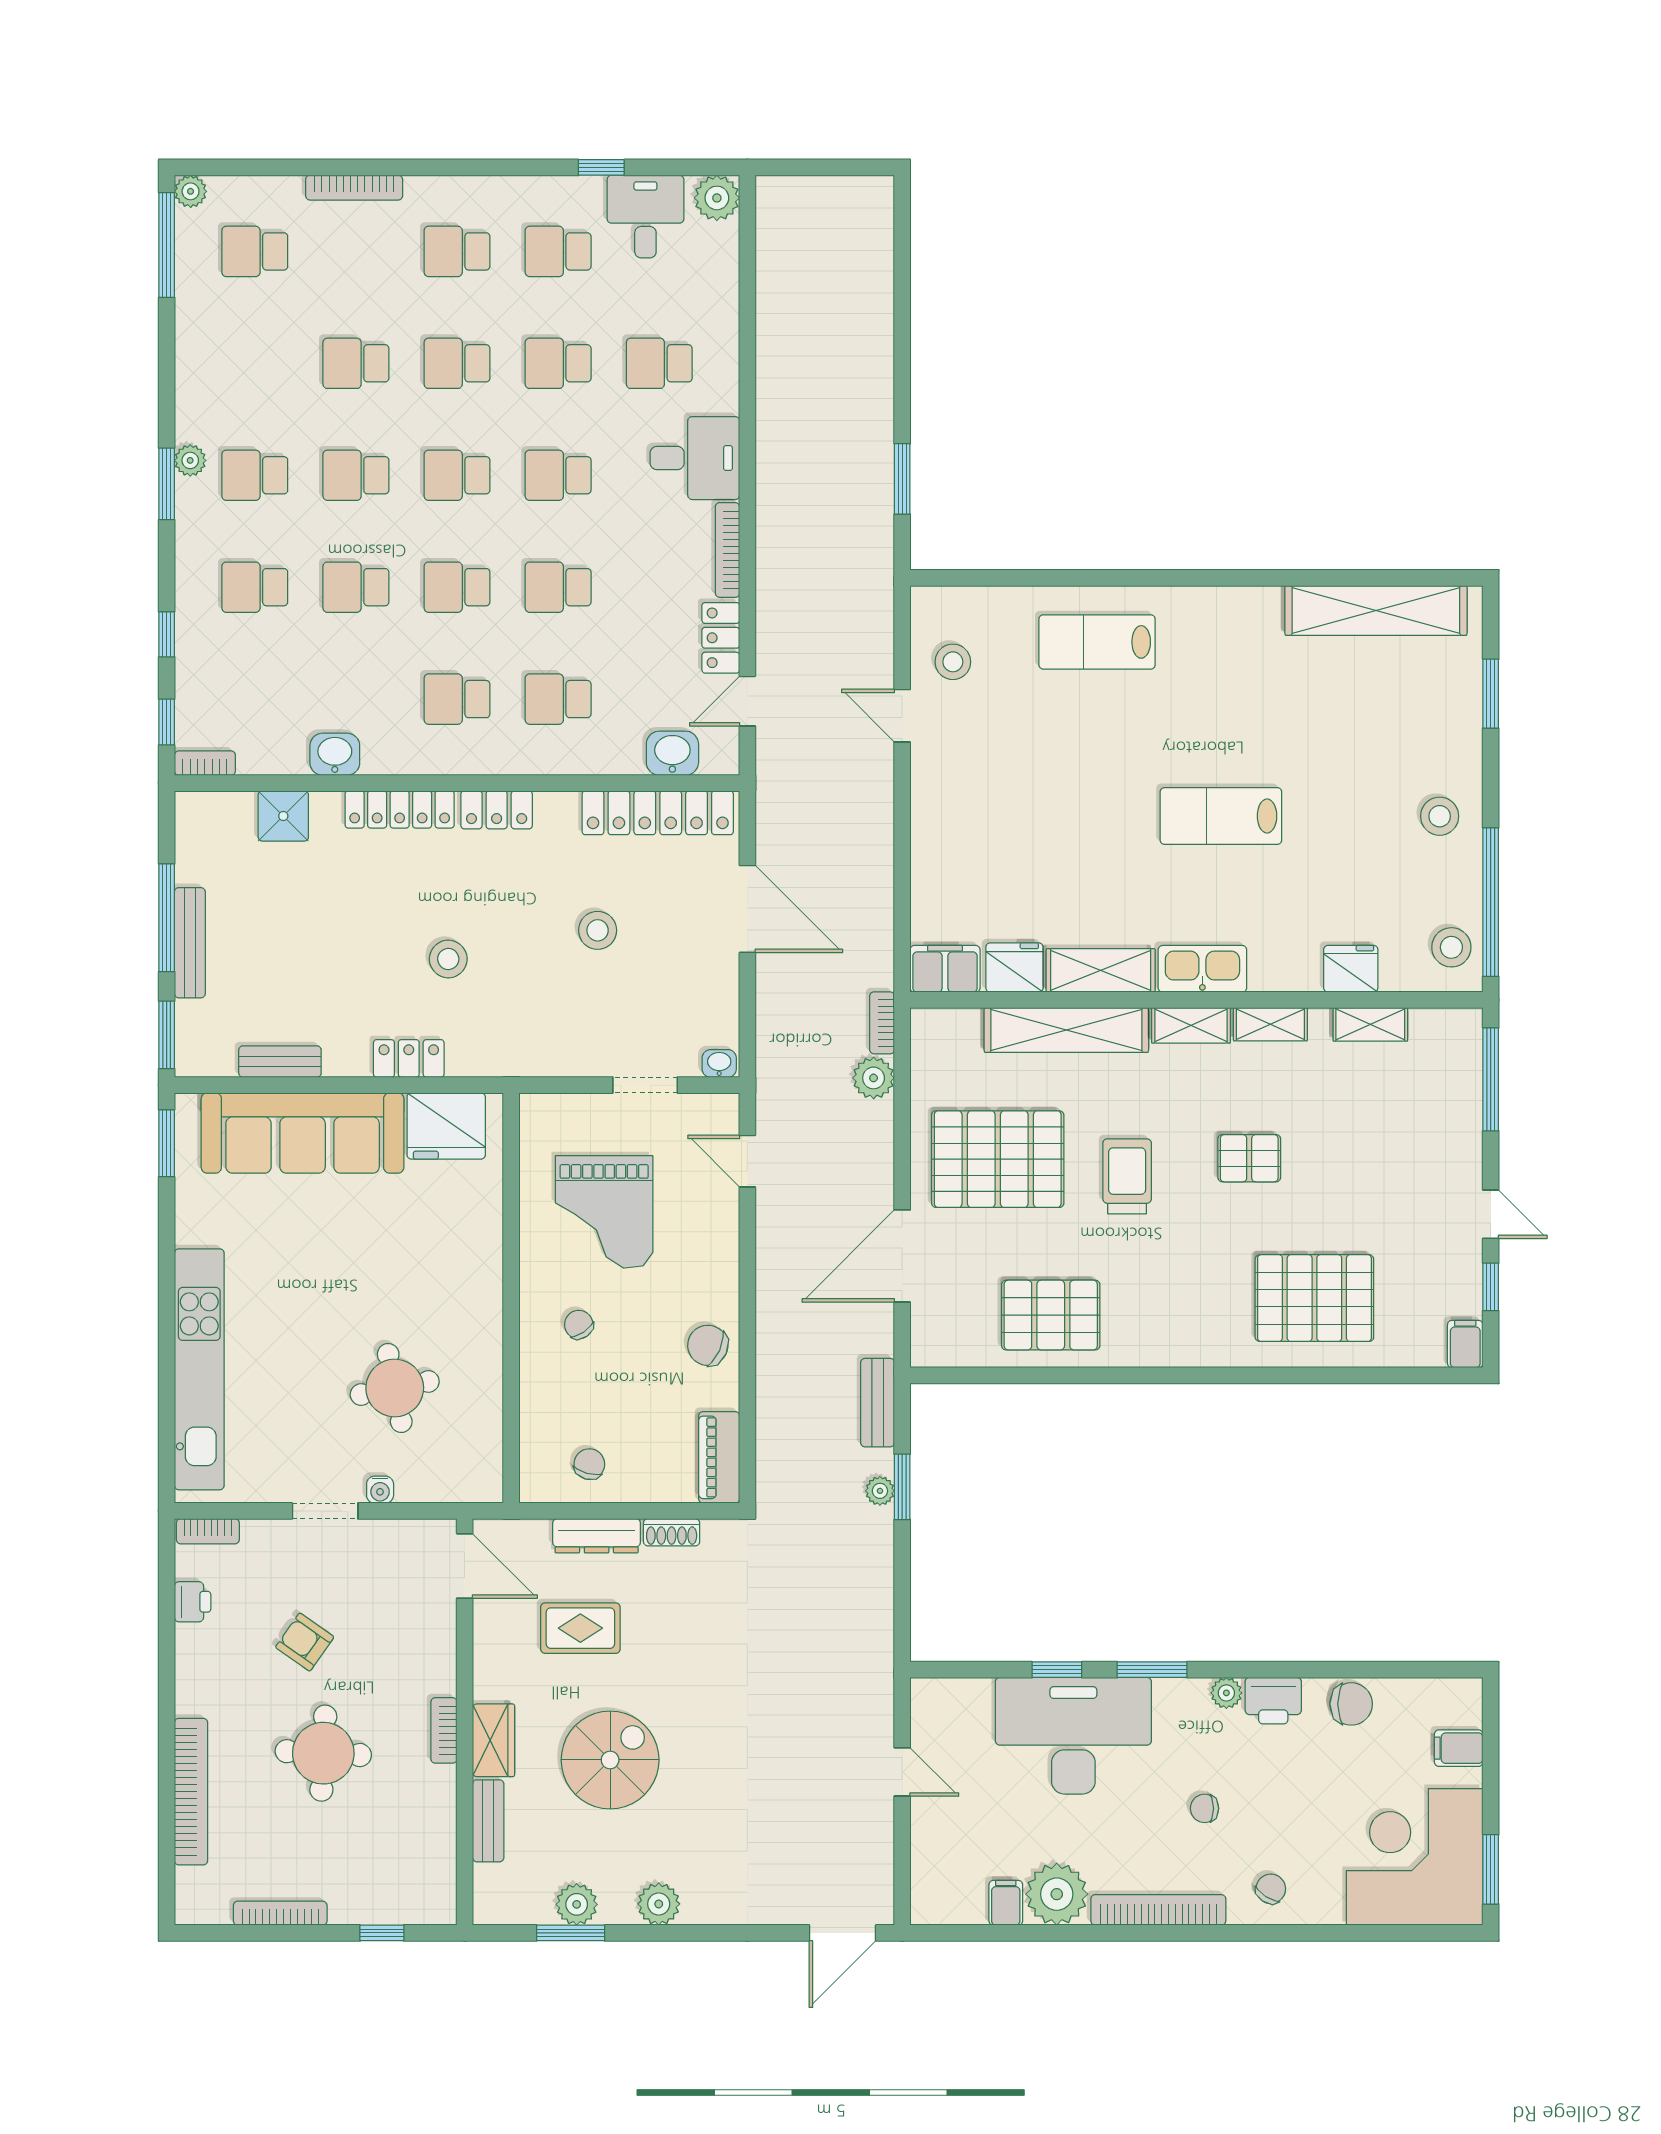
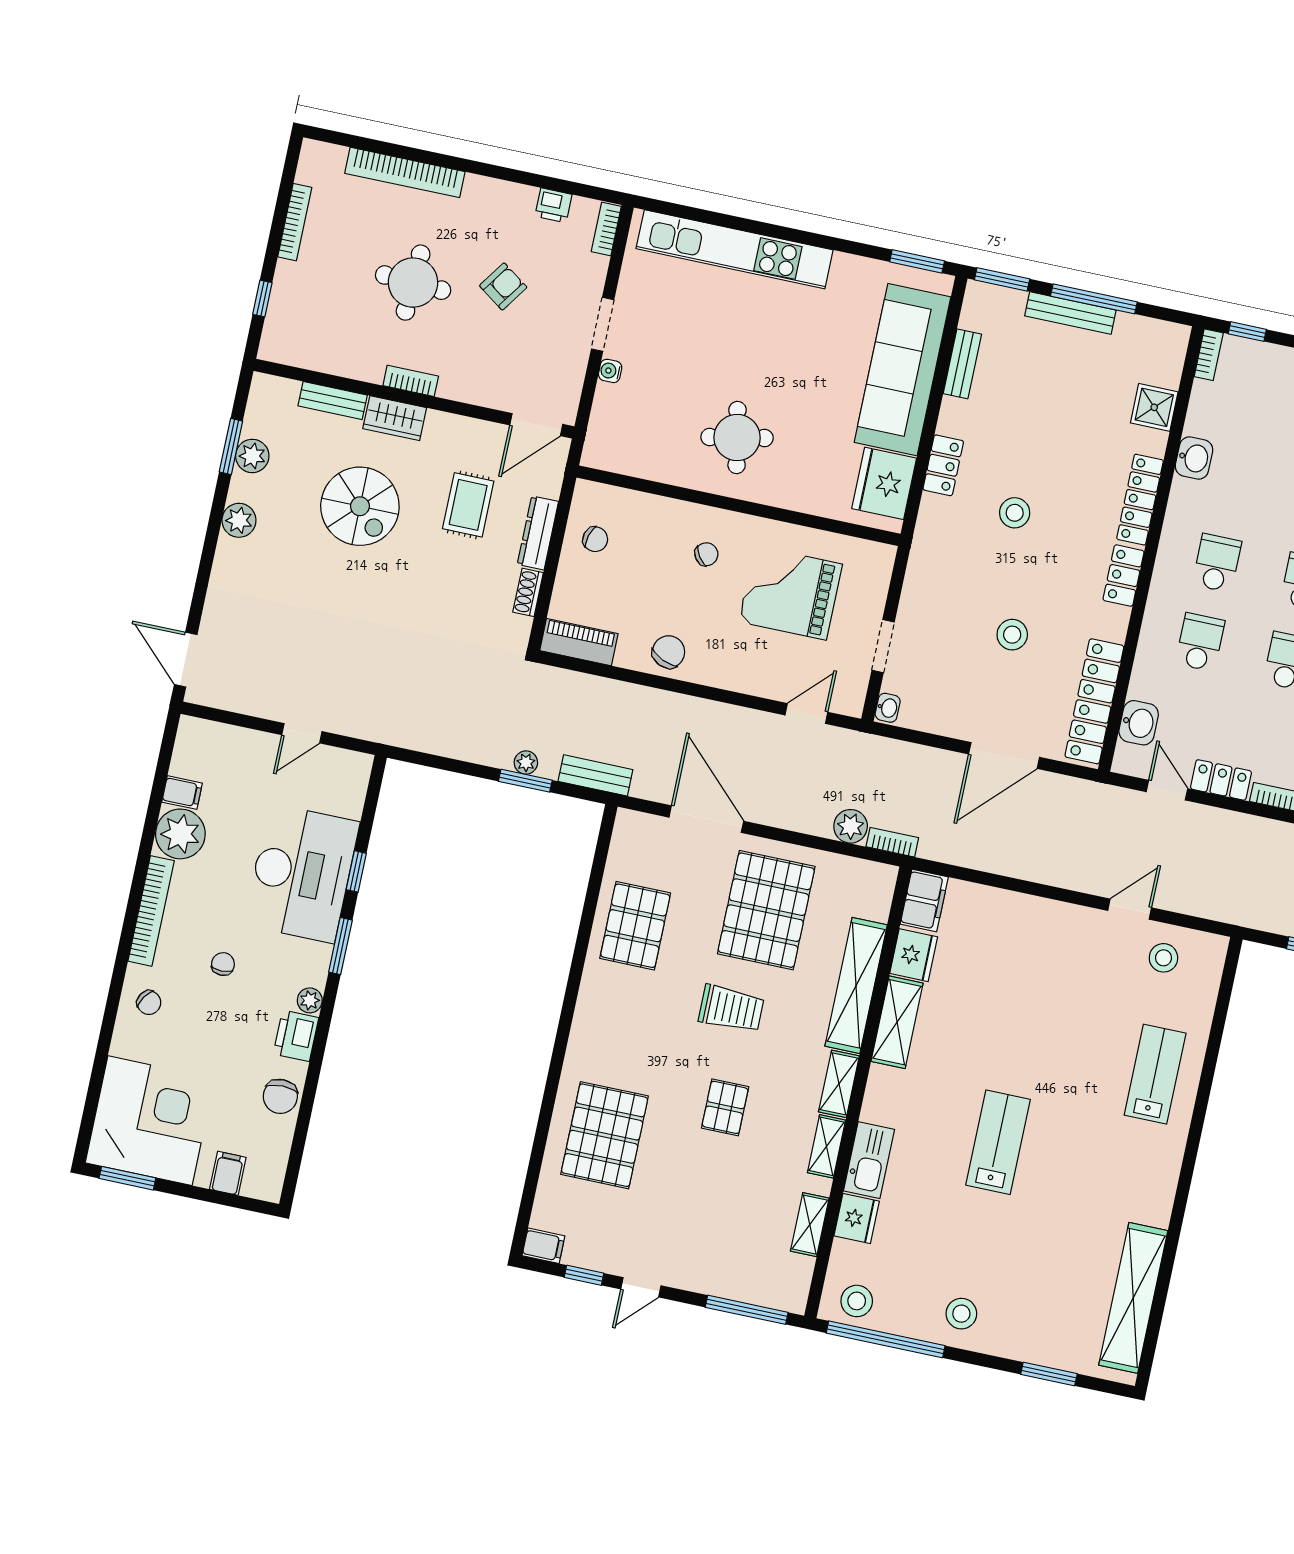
kitchen sink: (1202, 969) -> (869, 1160), moved
round table: (395, 1388) -> (737, 438), moved

